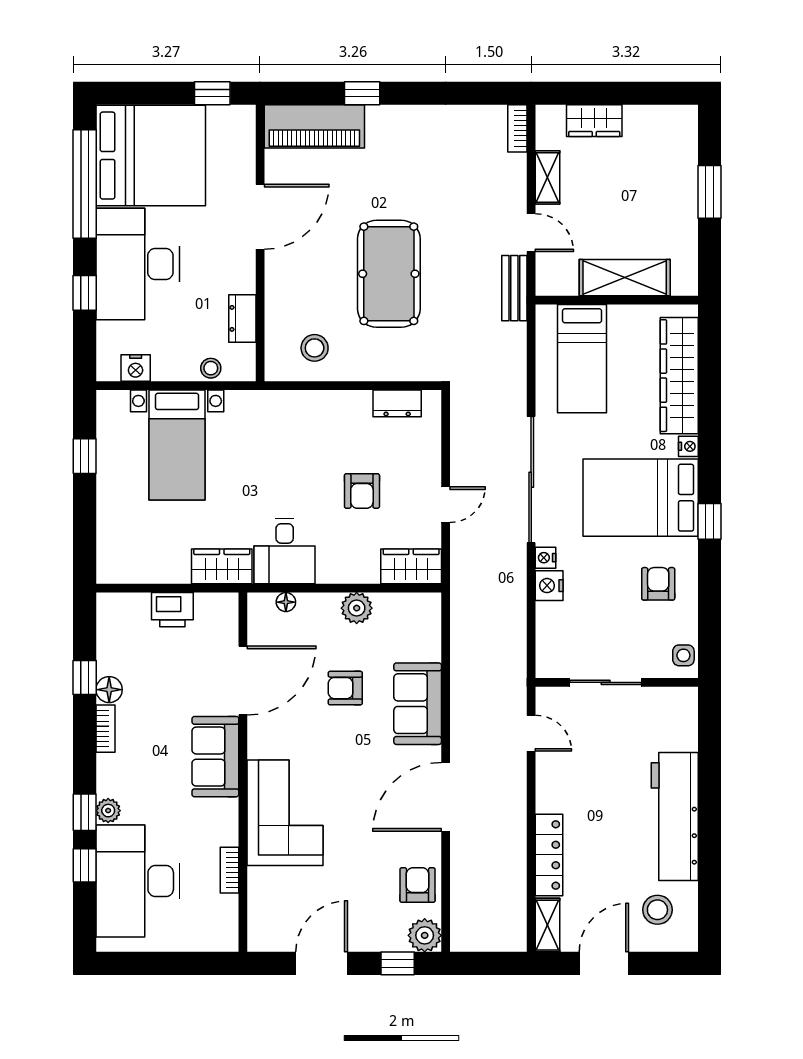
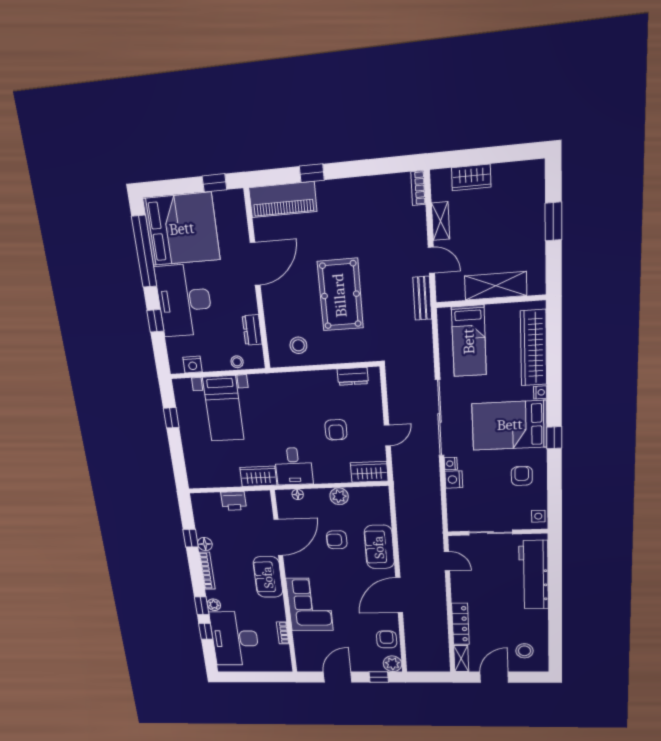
bookcase: (105, 729) -> (207, 571), width x1.56
workbench: (675, 816) -> (534, 575), moved

